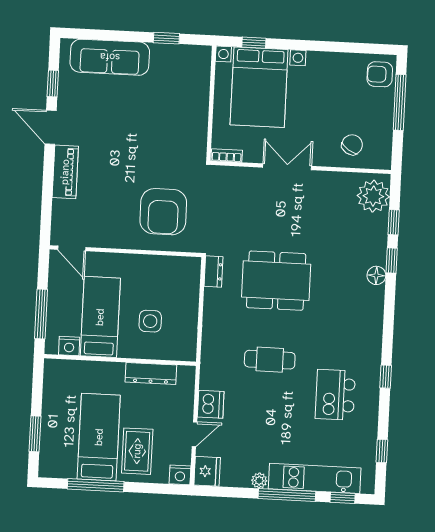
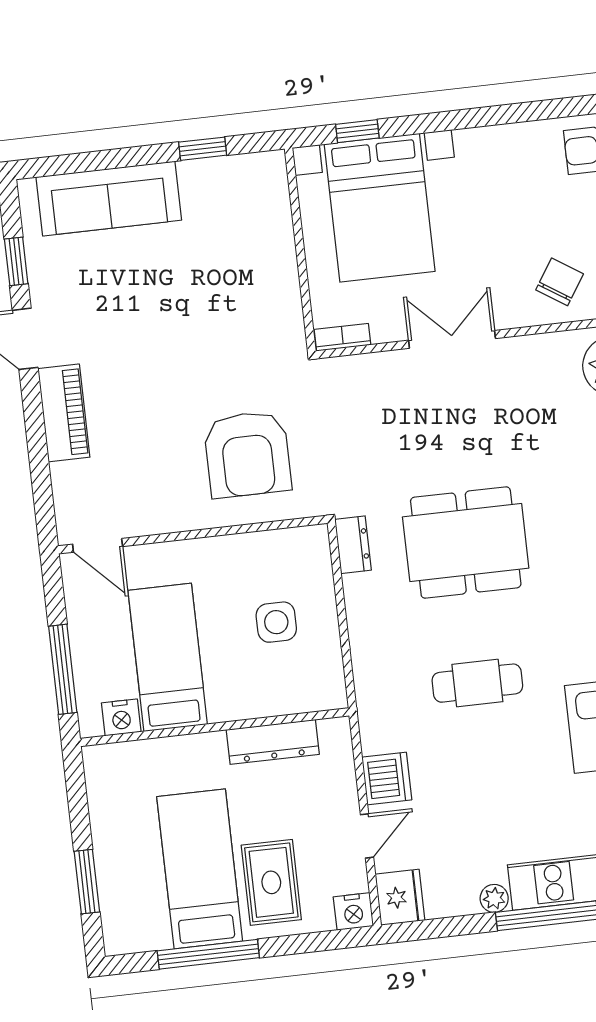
side table: (150, 321) -> (276, 622), moved

